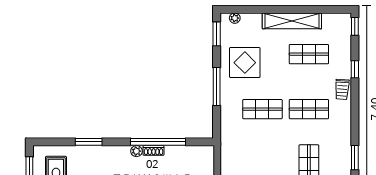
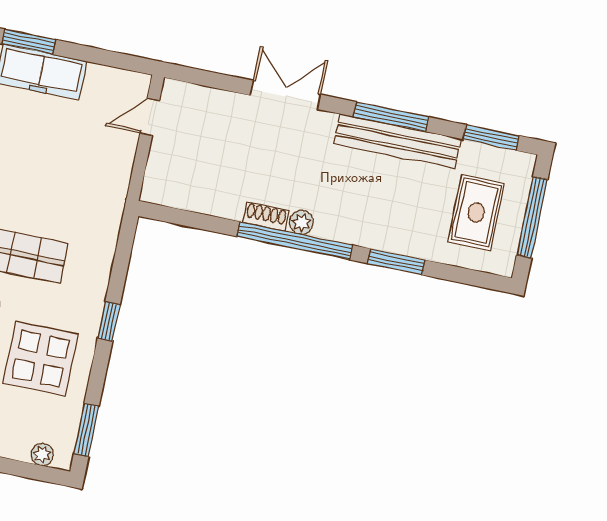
window: (217, 86) -> (109, 322), width x0.46
window: (158, 142) -> (295, 241), moved

